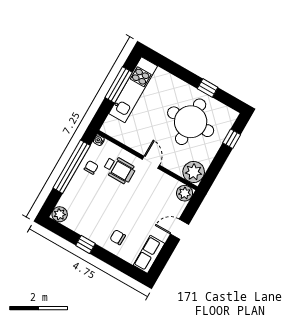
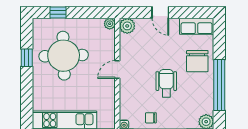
wheelchair: (119, 170) -> (166, 83), moved
plant: (194, 172) -> (110, 24), width x0.53, depth x0.53
chair: (118, 237) -> (197, 61), width x1.87, depth x1.87
window: (85, 245) -> (219, 85), width x3.17

